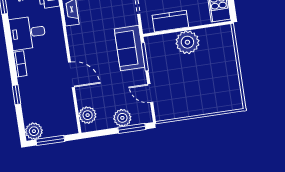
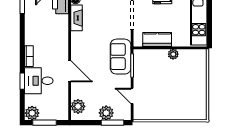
desk: (28, 33) -> (39, 81), moved
plant: (187, 42) -> (173, 54), width x0.53, depth x0.53

